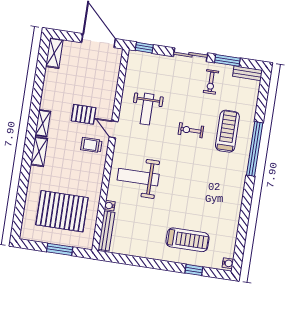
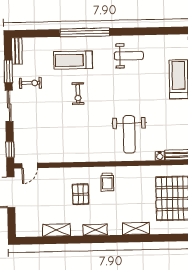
shelving: (54, 53) -> (56, 230), moved
weight bench: (147, 109) -> (129, 56), moved
door: (114, 129) -> (30, 166), moved
shelving: (39, 152) -> (136, 229), moved

